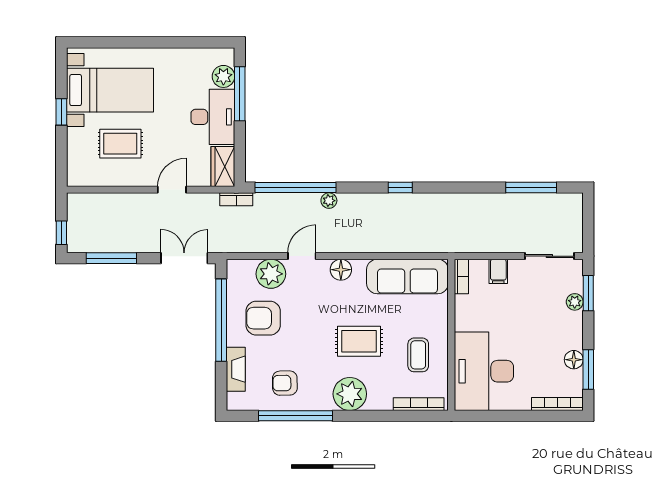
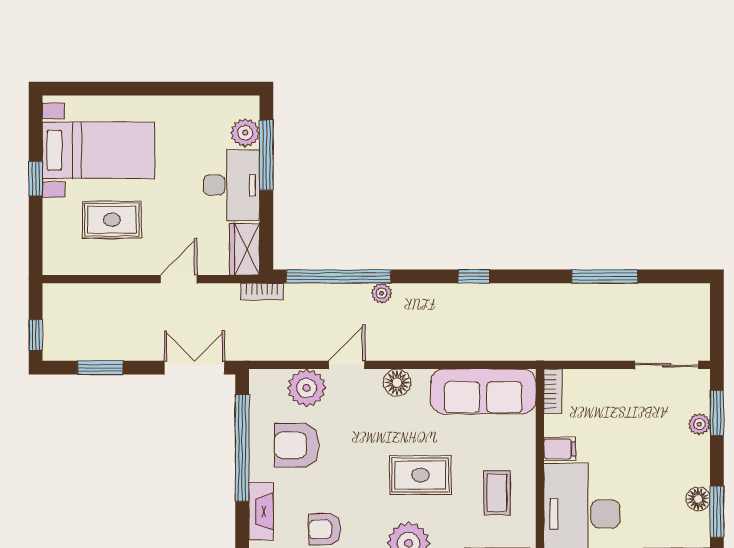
window: (531, 188) -> (605, 276), moved
window: (111, 258) -> (100, 368), width x0.69
filing cabinet: (498, 271) -> (560, 449), moved, turned -90

